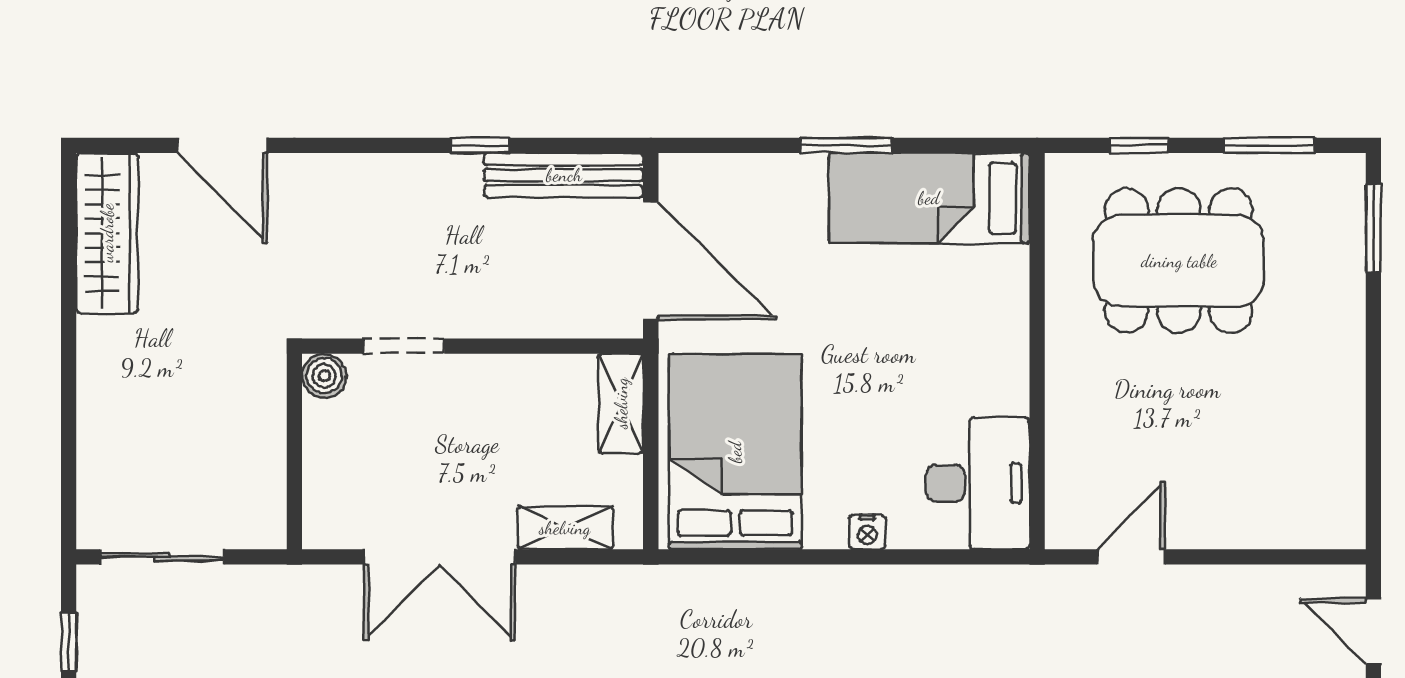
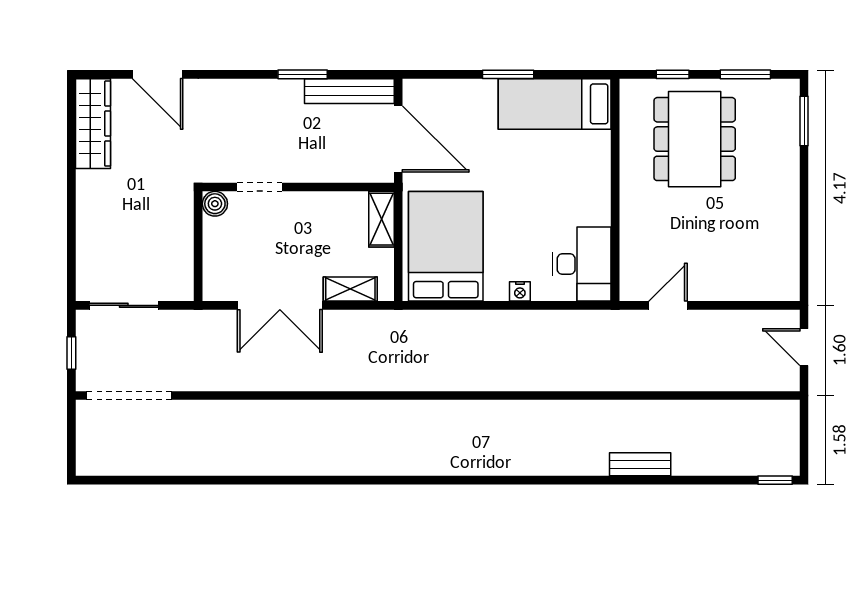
window: (481, 145) -> (303, 74), width x1.50
dining table: (1179, 261) -> (695, 139), turned 90

